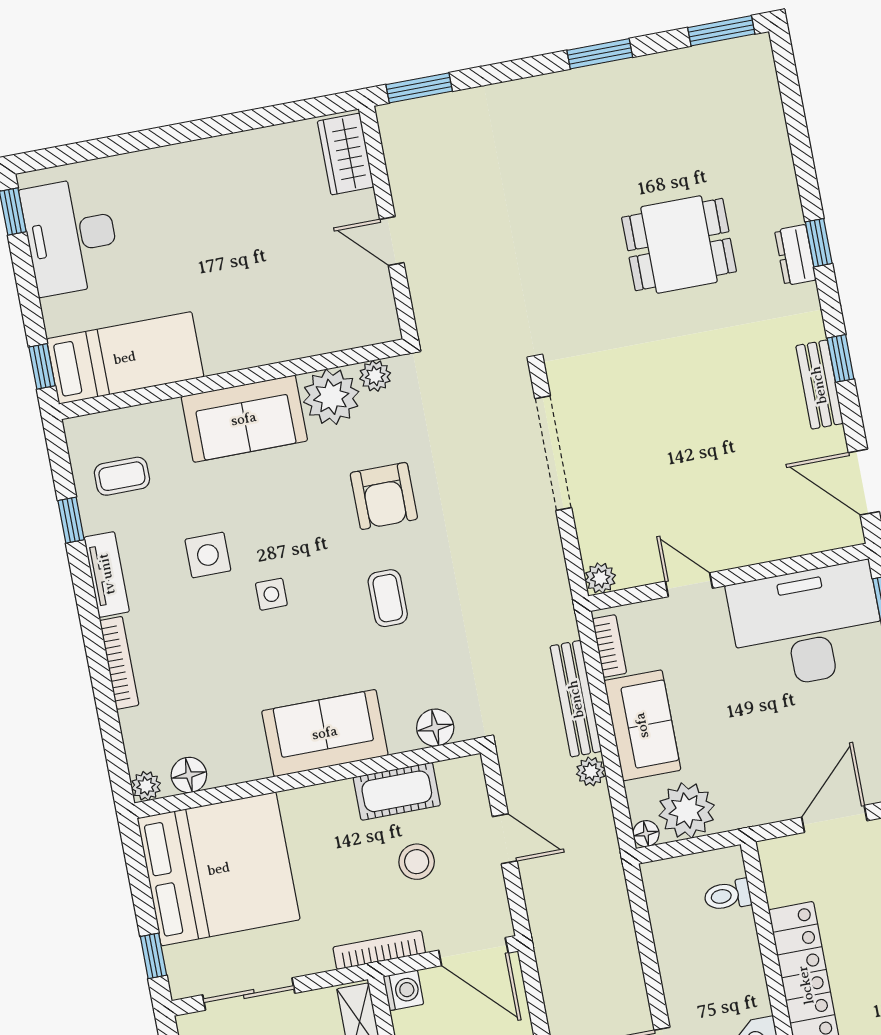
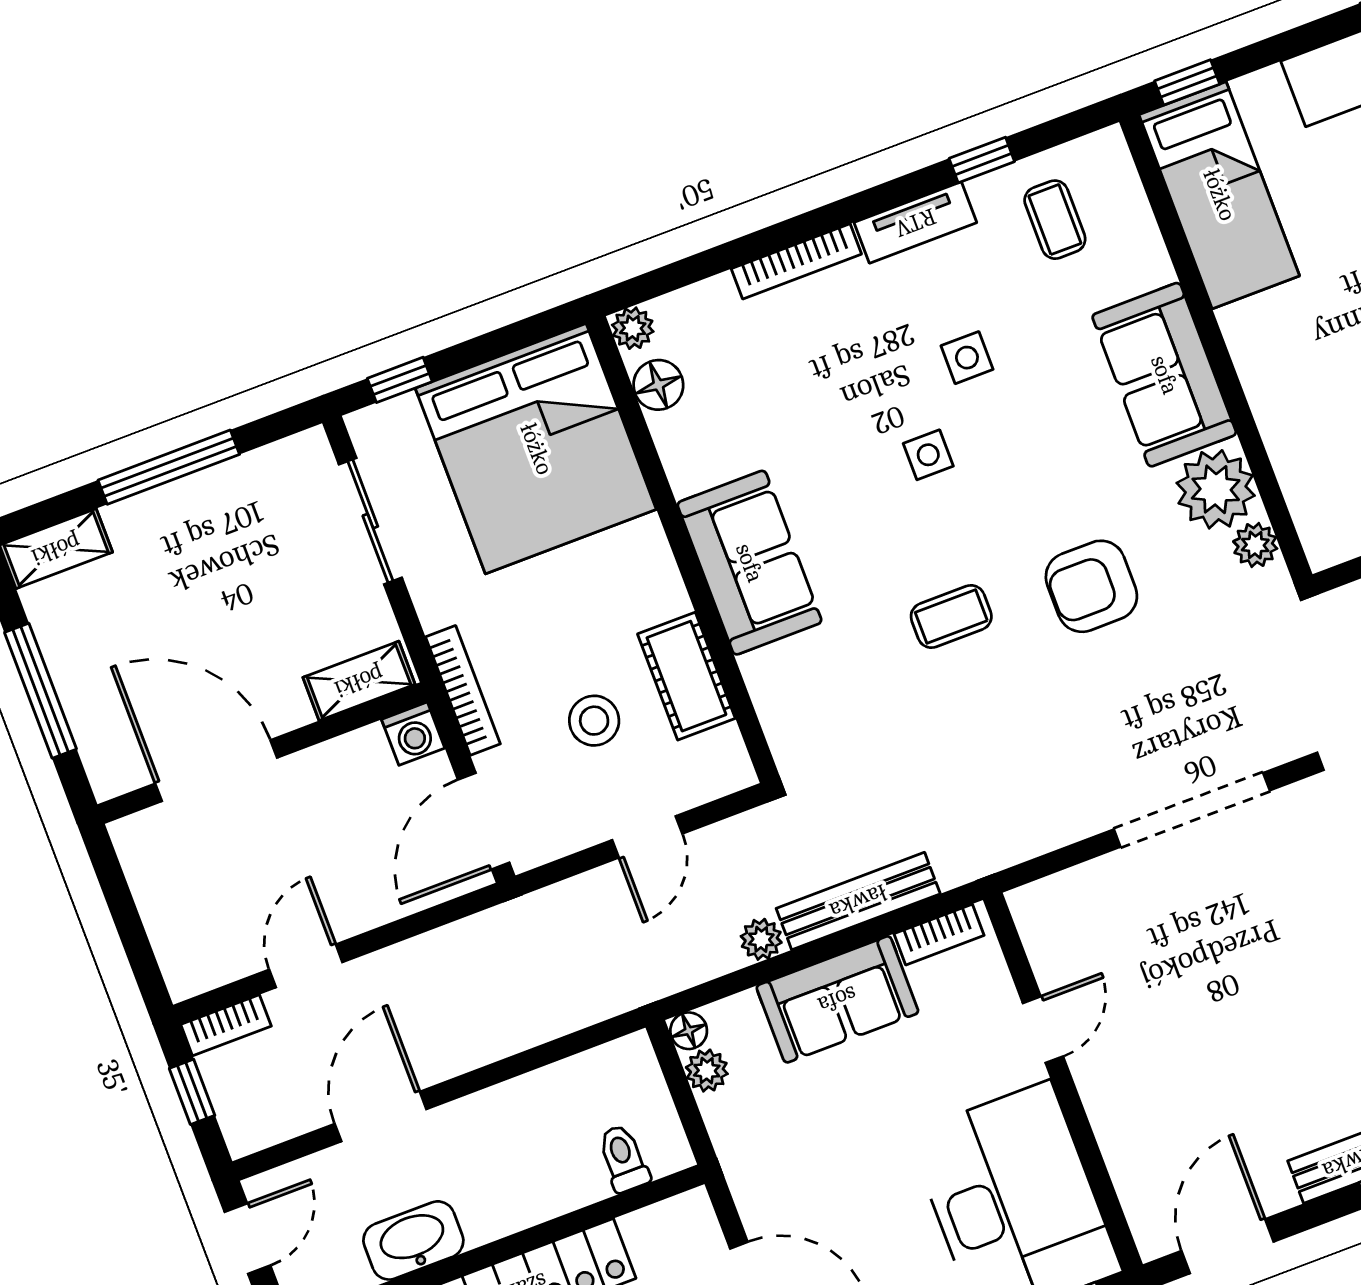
side table: (208, 555) -> (967, 358), width x0.73, depth x0.73
plant: (600, 578) -> (1031, 905), removed
floor lamp: (435, 728) -> (784, 714), removed
plant: (687, 810) -> (707, 1071), width x0.53, depth x0.53

